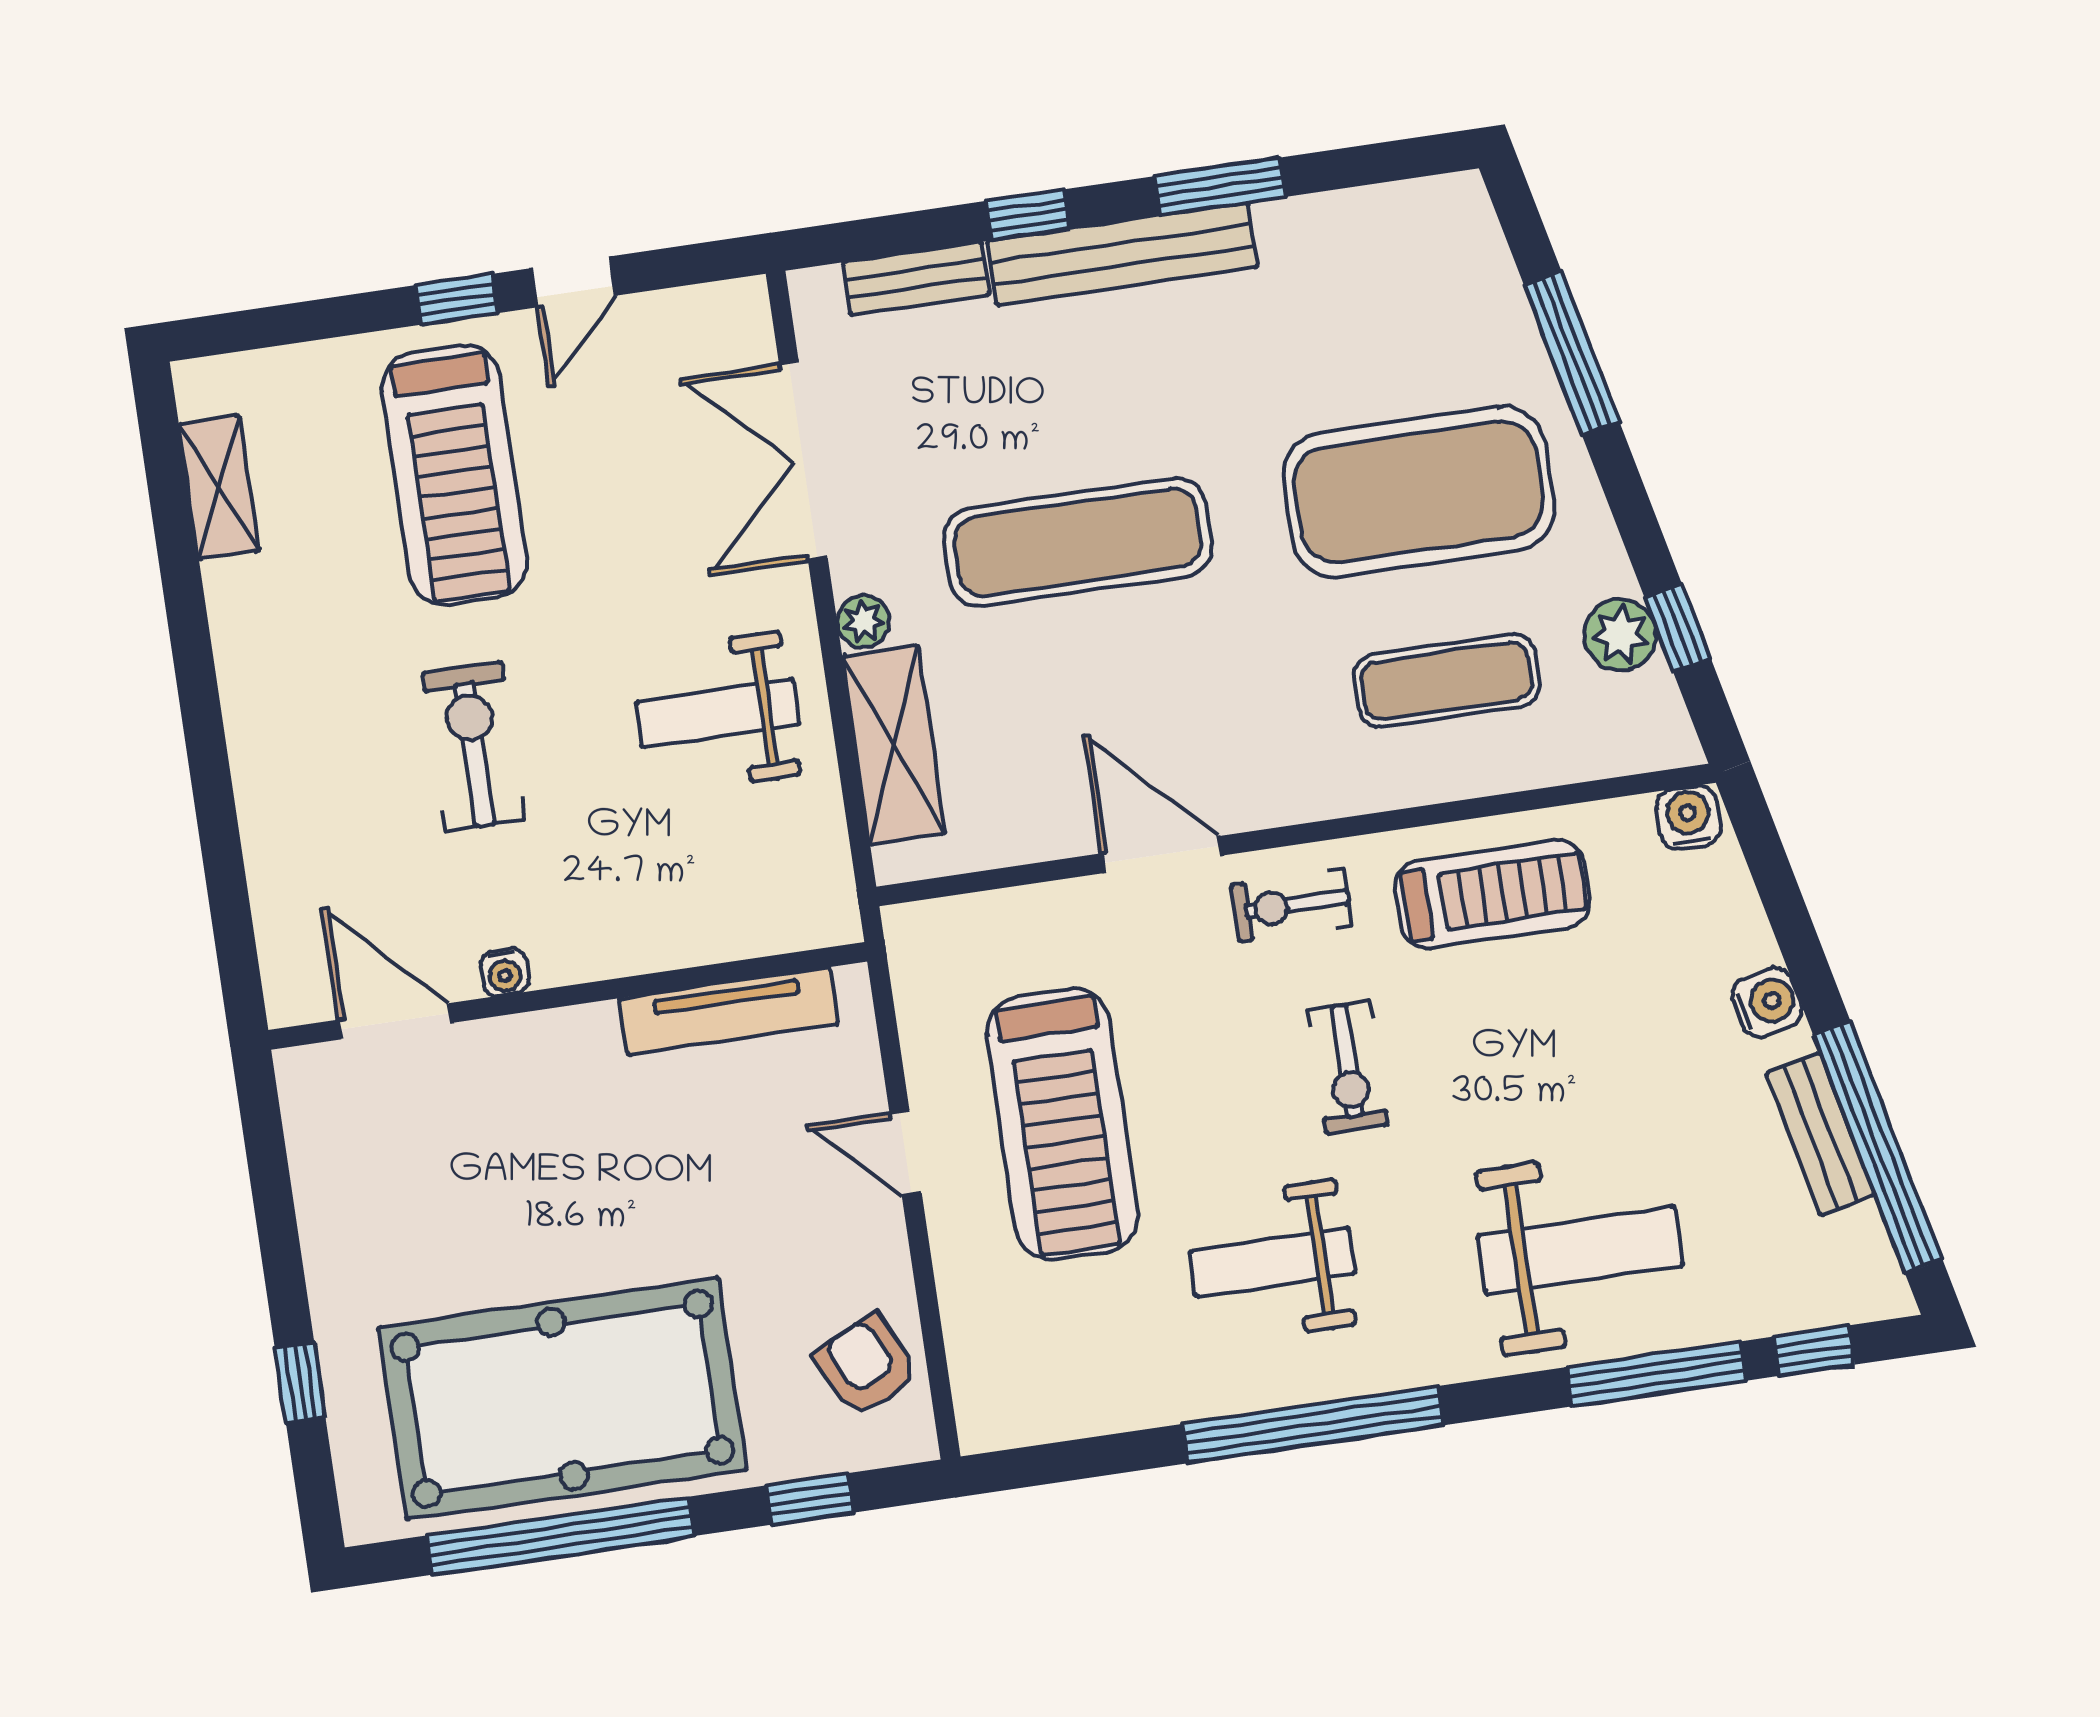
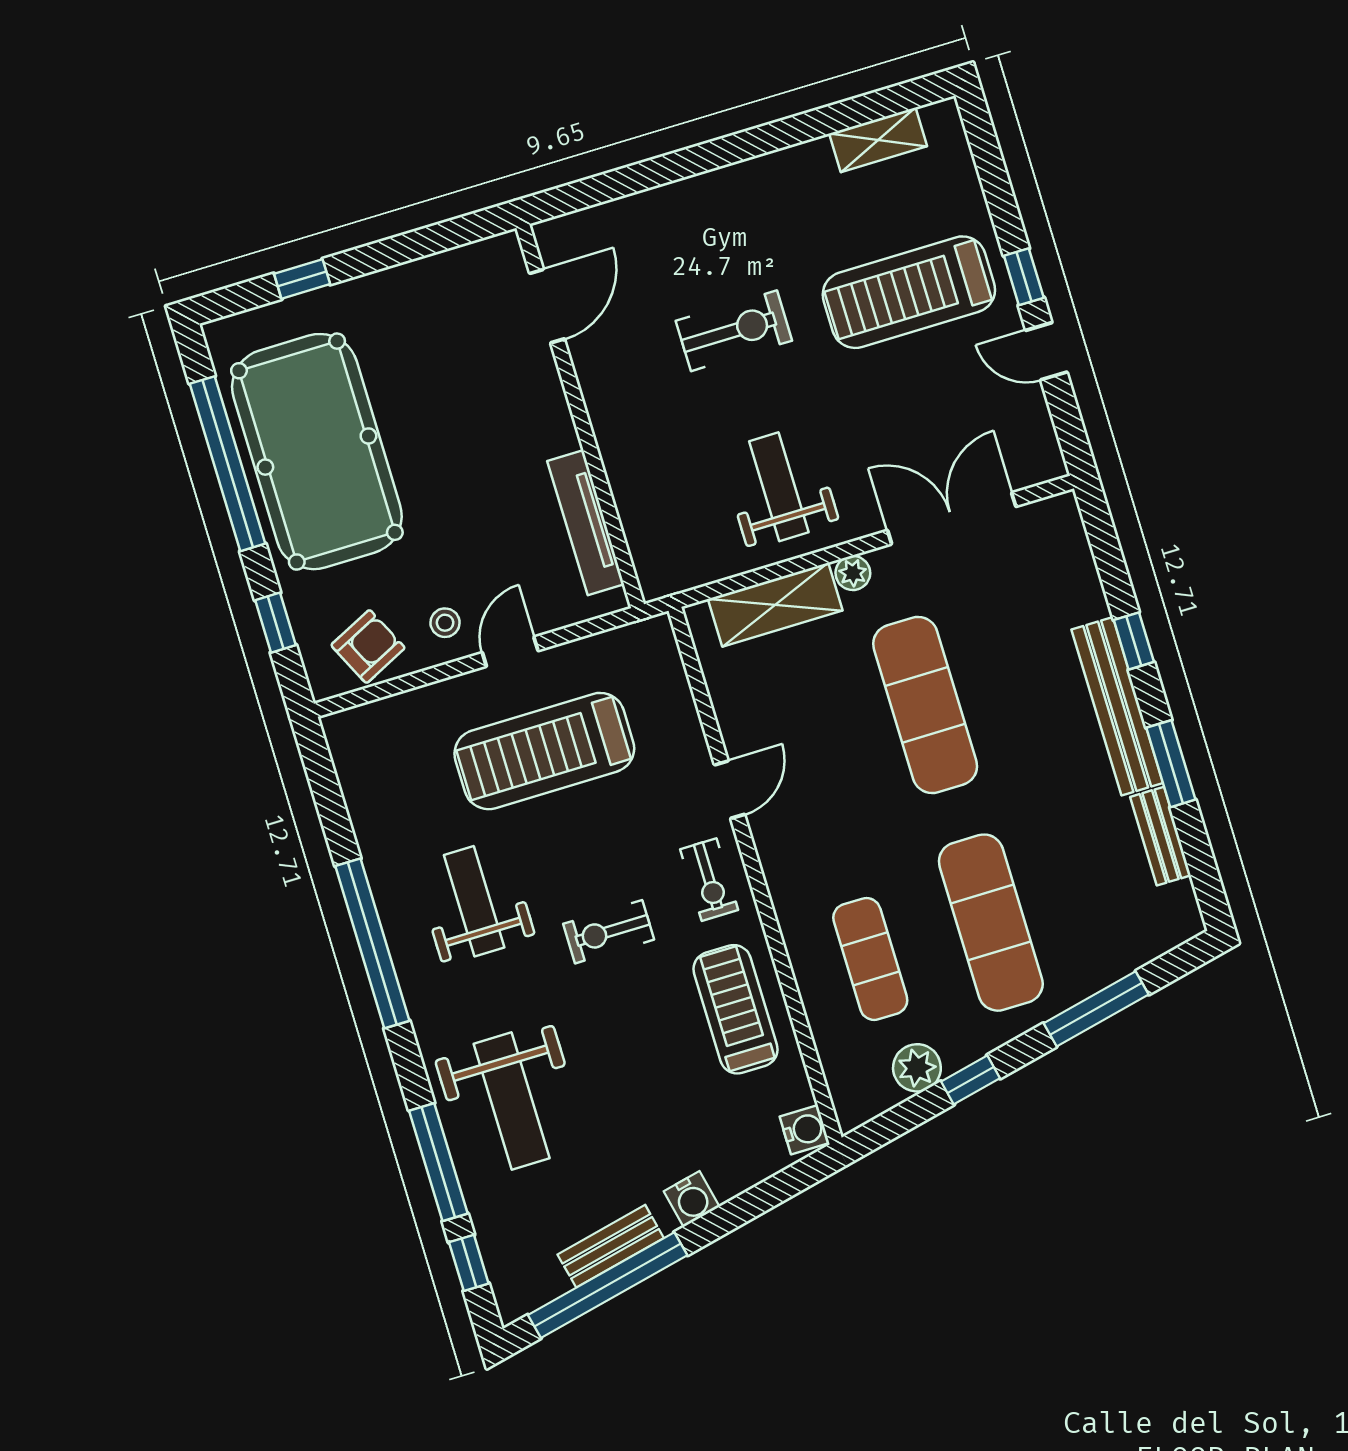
bench: (916, 279) -> (1161, 836), moved
exercise mat: (1419, 492) -> (991, 923), width x0.68
window: (1678, 628) -> (971, 1080), moved
door: (1161, 855) -> (729, 790), width x0.73
treadmill: (1492, 894) -> (736, 1009), turned 180
exercise bike: (1292, 905) -> (709, 880), turned 180
water cooler: (504, 972) -> (590, 373), removed
stool: (848, 1245) -> (445, 623), added

